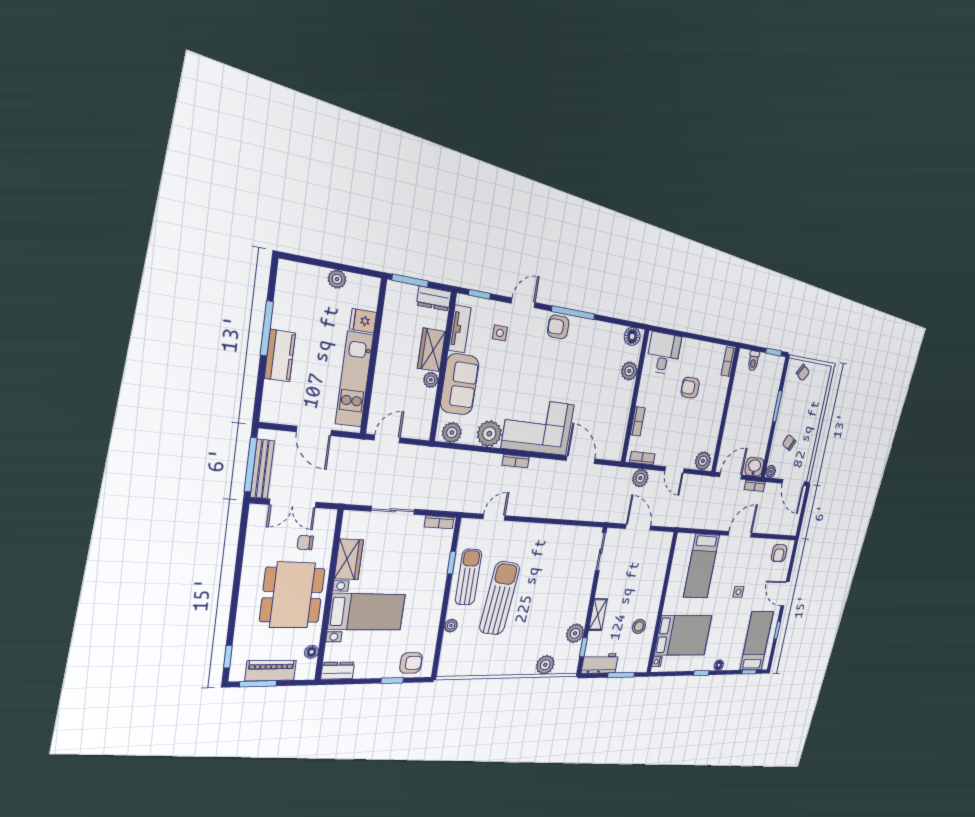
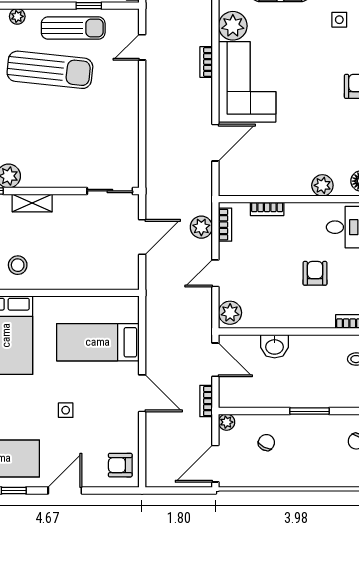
washbasin: (754, 467) -> (275, 346), moved, turned 90
door: (494, 517) -> (142, 47), swing flipped

